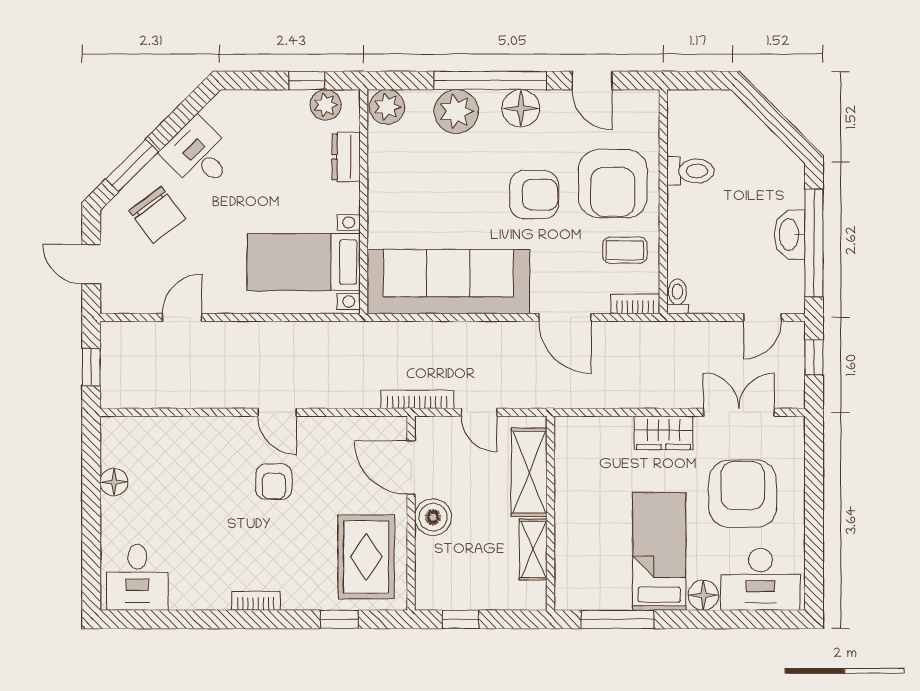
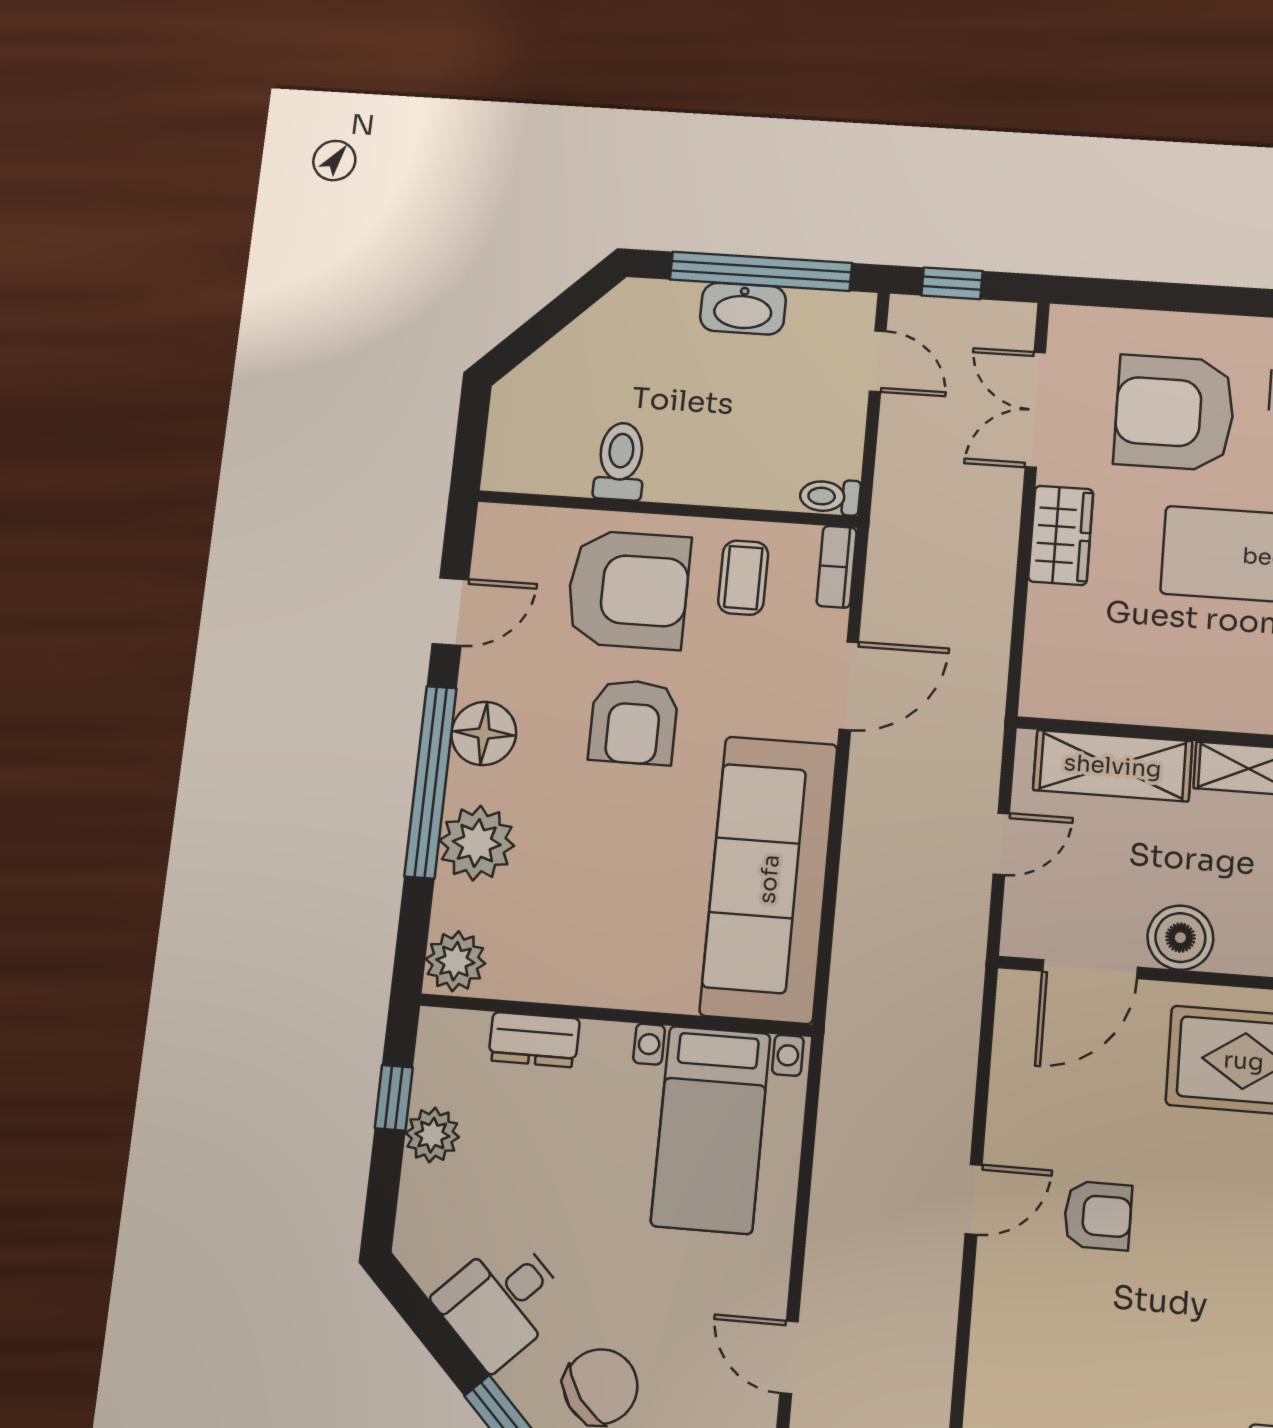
plant: (325, 105) -> (432, 1135), moved
armchair: (534, 195) -> (633, 722), turned 180
bookcase: (417, 399) -> (970, 949), removed

